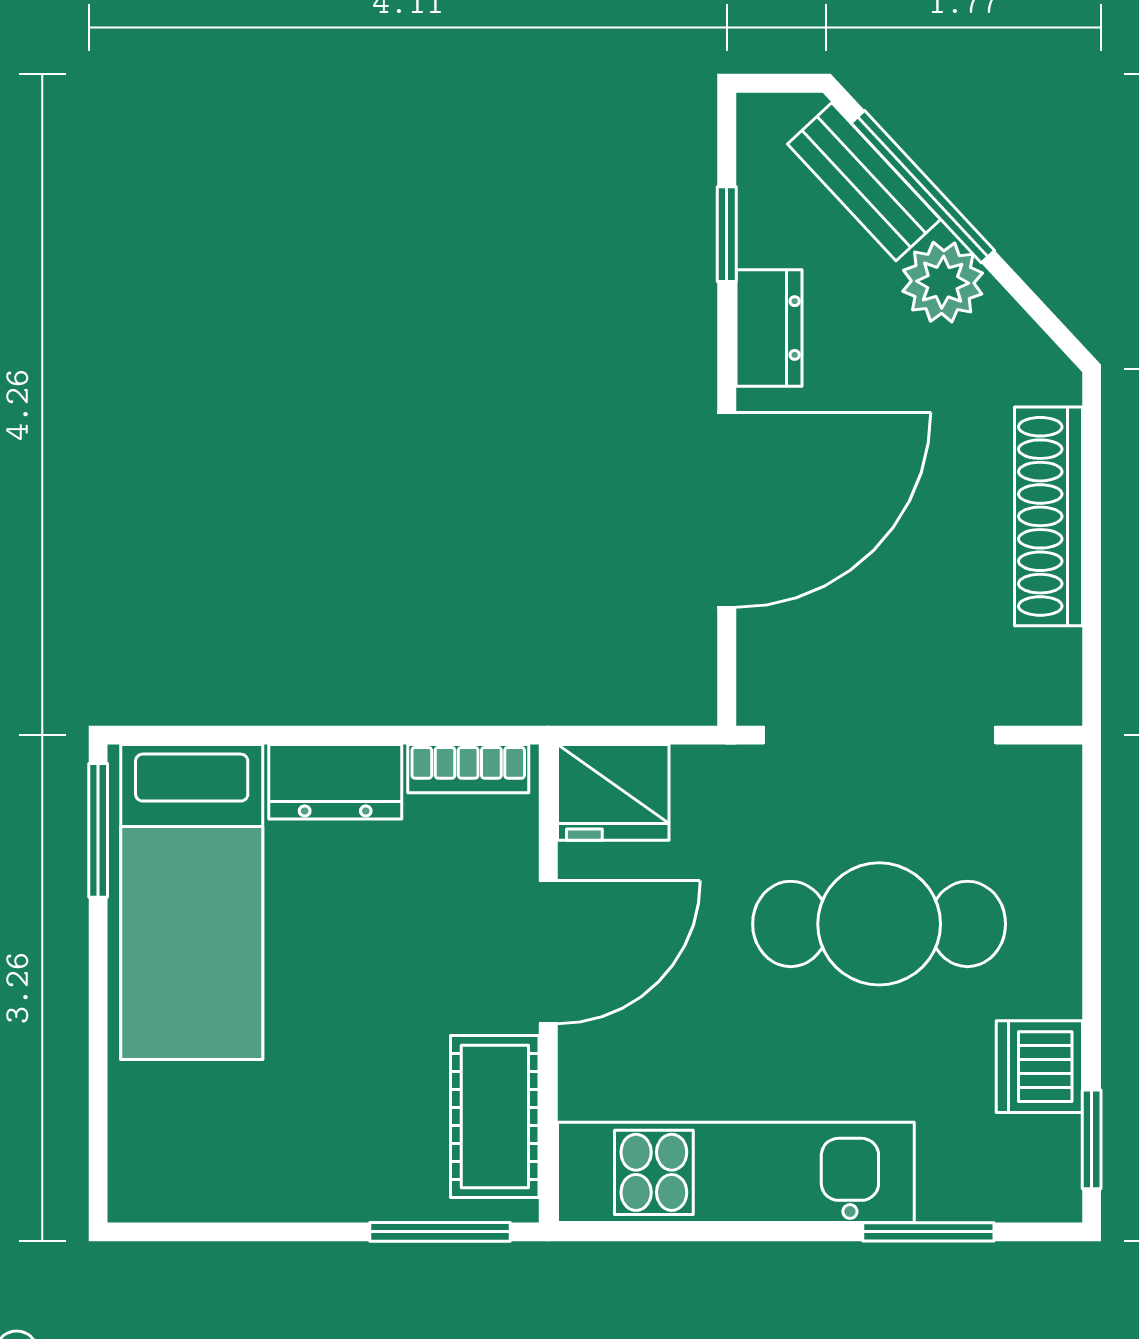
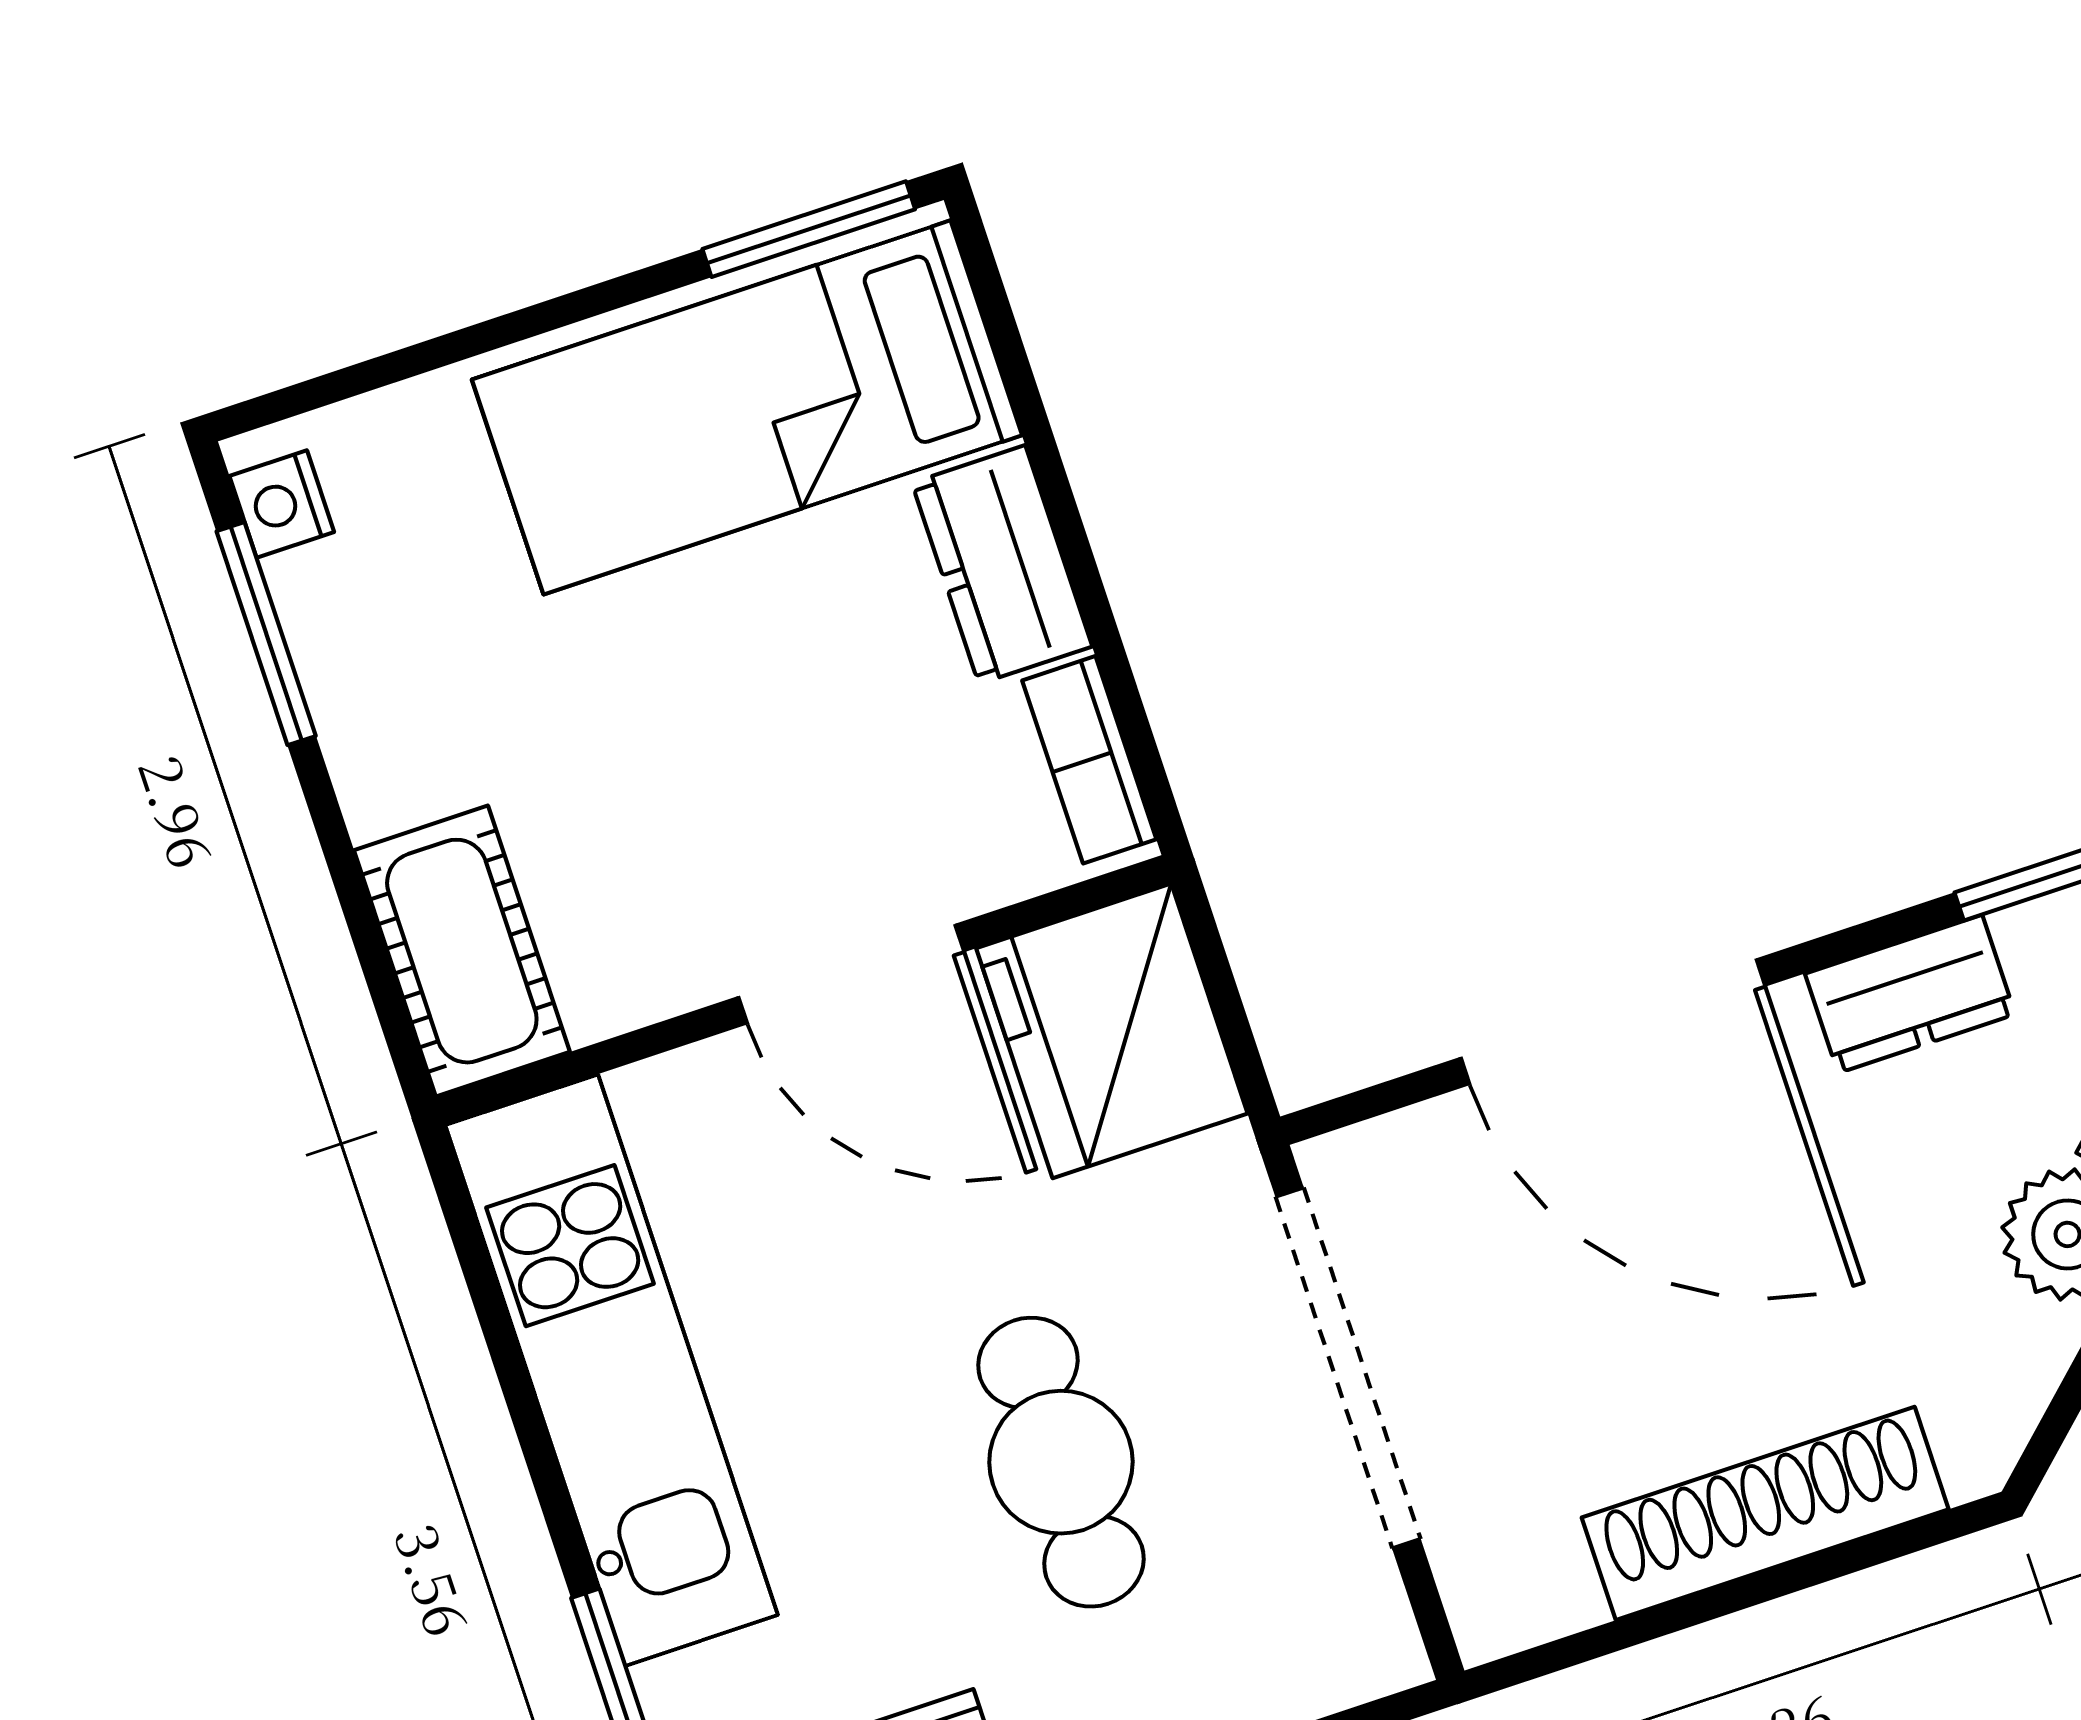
fridge: (613, 792) -> (1112, 1031), width x1.36, depth x1.34
cafe table: (879, 924) -> (1061, 1462), width x0.73, depth x0.74
cot: (495, 1117) -> (462, 951), moved, turned 90
nightstand: (157, 1197) -> (282, 504), added
window: (440, 1232) -> (266, 634), moved

